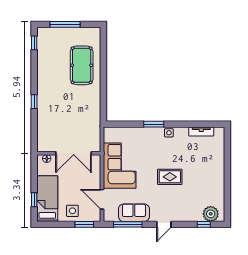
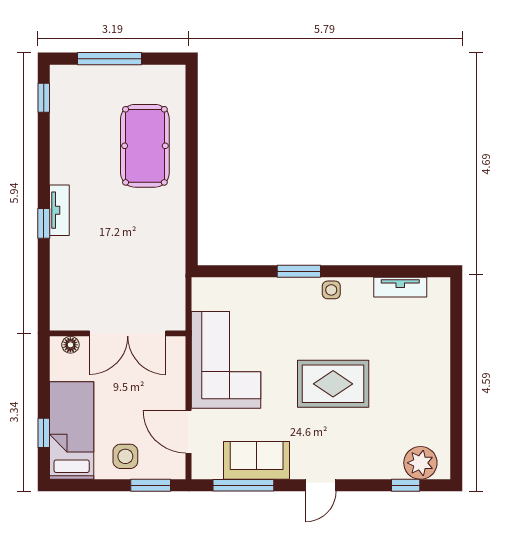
tv unit: (41, 95) -> (59, 210), added
rug: (170, 177) -> (333, 384), width x1.36, depth x1.43

